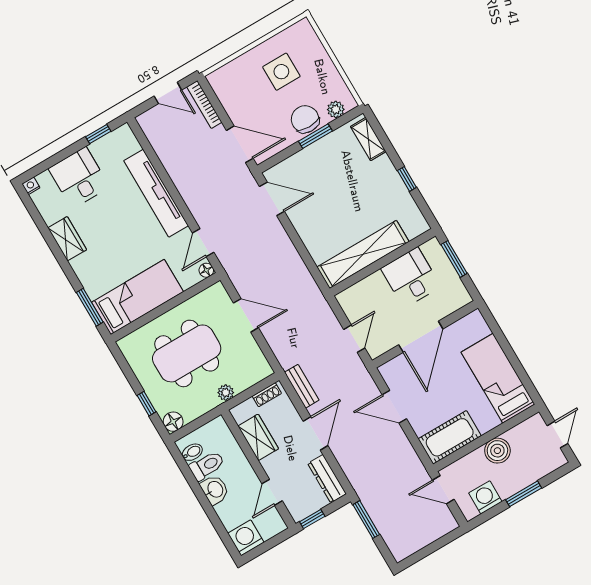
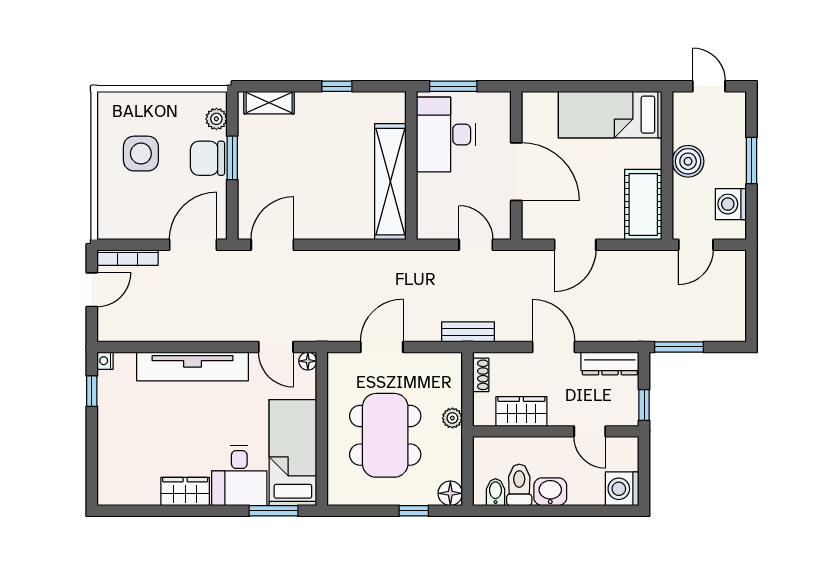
desk: (79, 178) -> (239, 476), moved, turned -90
nightstand: (31, 186) -> (105, 361), moved
desk: (411, 278) -> (446, 135), width x1.37
bench: (302, 386) -> (468, 332), moved

